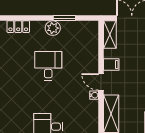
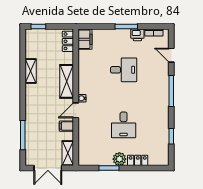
locker: (18, 27) -> (138, 160), moved
door: (101, 82) -> (76, 110), swing flipped

